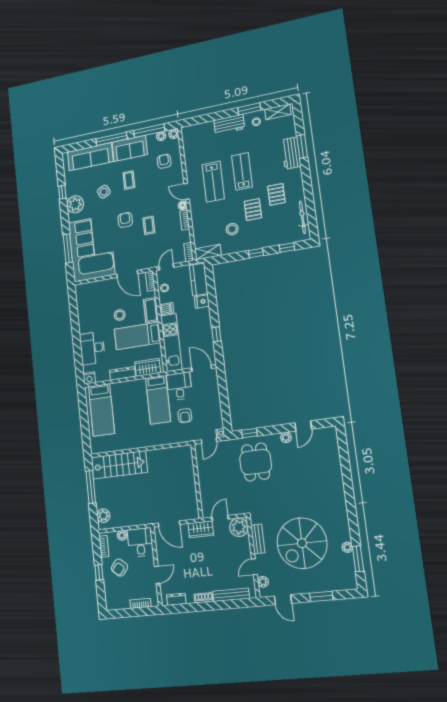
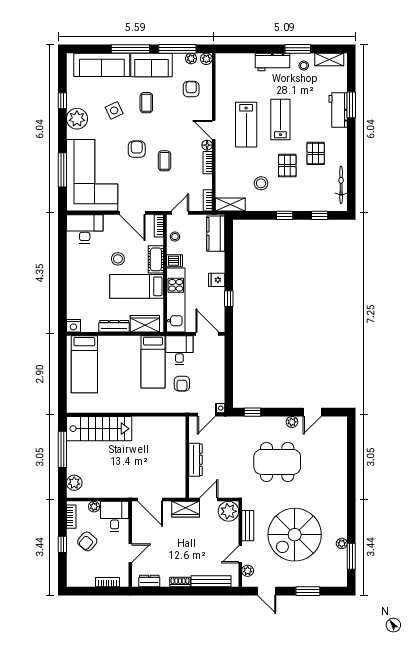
fridge: (202, 302) -> (217, 280), moved
desk: (92, 348) -> (85, 229), moved, turned 90
dining table: (256, 462) -> (277, 462), moved, width x1.38
dresser: (204, 483) -> (196, 460), added

